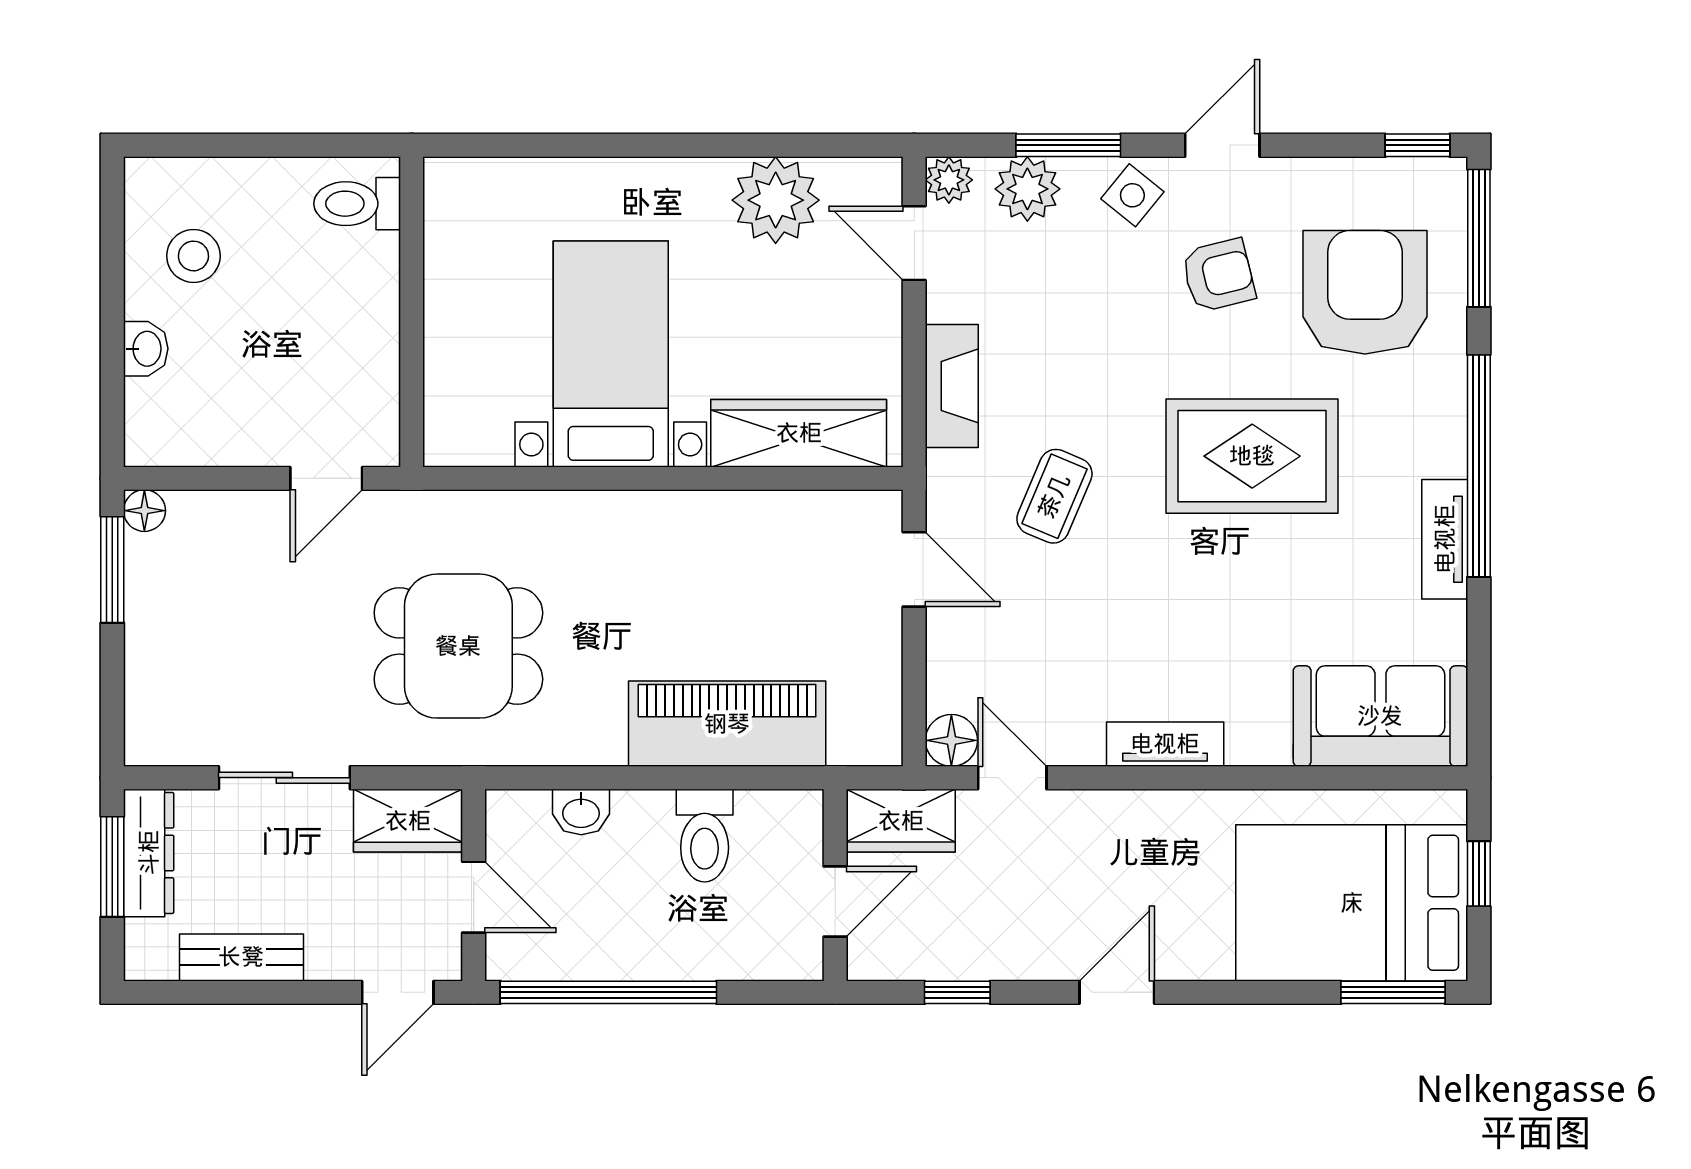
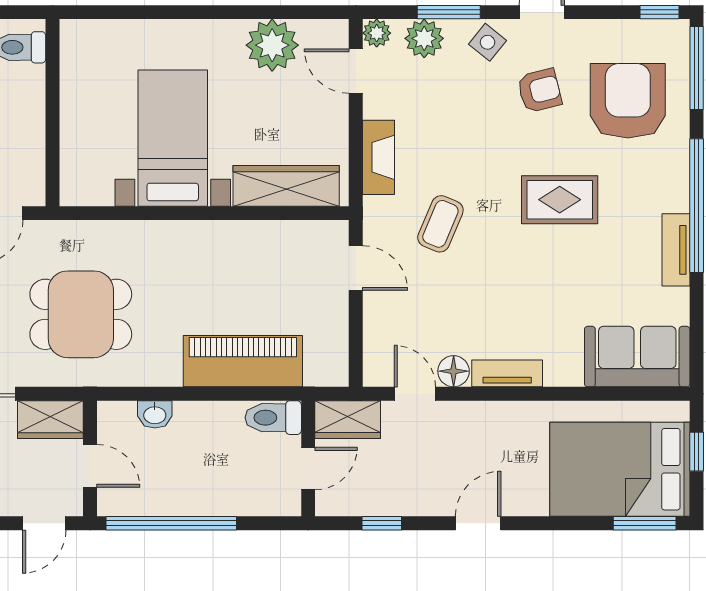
rug: (1252, 456) -> (560, 200), width x0.73, depth x0.70
floor lamp: (951, 740) -> (454, 371), moved
toilet: (705, 836) -> (273, 418), moved, turned 90

